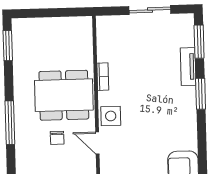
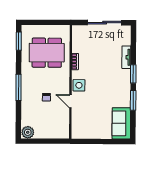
sliding door: (150, 10) -> (105, 23), width x1.37
window: (199, 42) -> (133, 100), moved
dining table: (64, 95) -> (47, 53), moved

